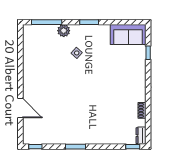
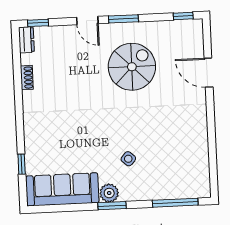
plant: (64, 31) -> (109, 193), moved
sofa: (128, 35) -> (62, 189), width x1.36
spiral stairs: (71, 114) -> (132, 67), added
door: (100, 147) -> (87, 21), added

